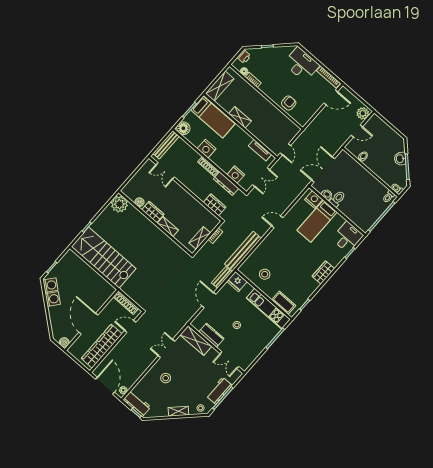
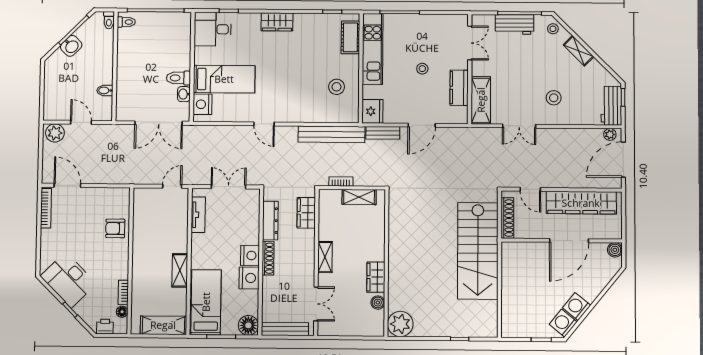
desk: (301, 64) -> (68, 280), moved, turned -45
nightstand: (236, 175) -> (250, 255), moved
shelving: (168, 227) -> (325, 257), moved
stairs: (104, 258) -> (478, 251), moved

